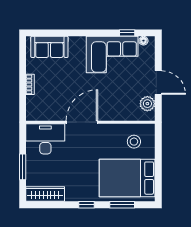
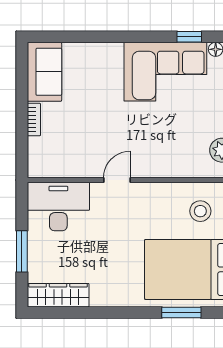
sofa: (49, 47) -> (44, 72), moved, turned -90
door: (82, 122) -> (117, 180), width x0.53
window: (87, 205) -> (124, 312), removed

